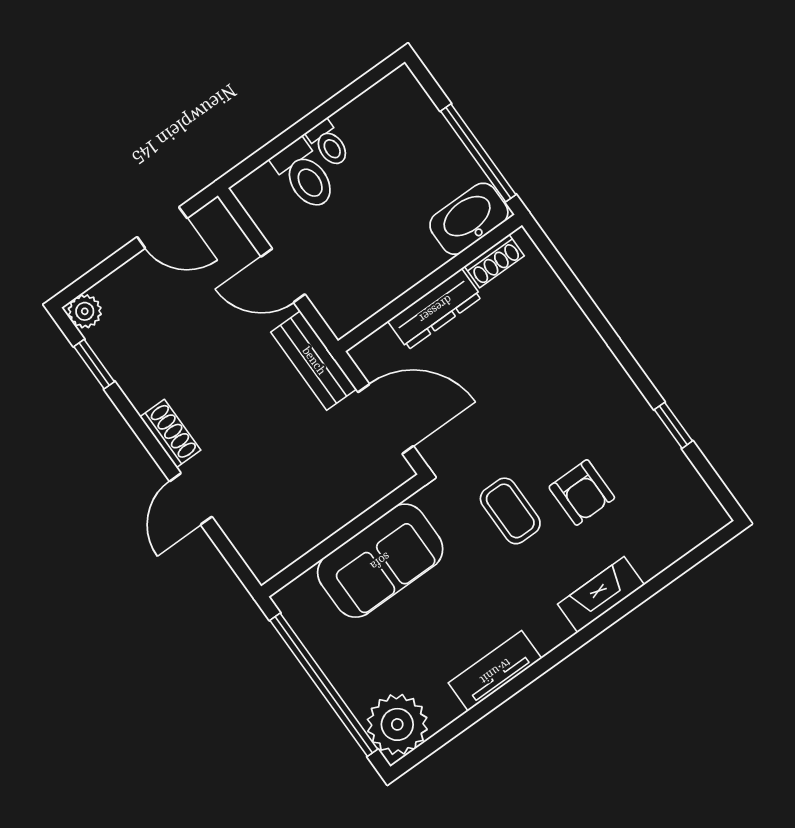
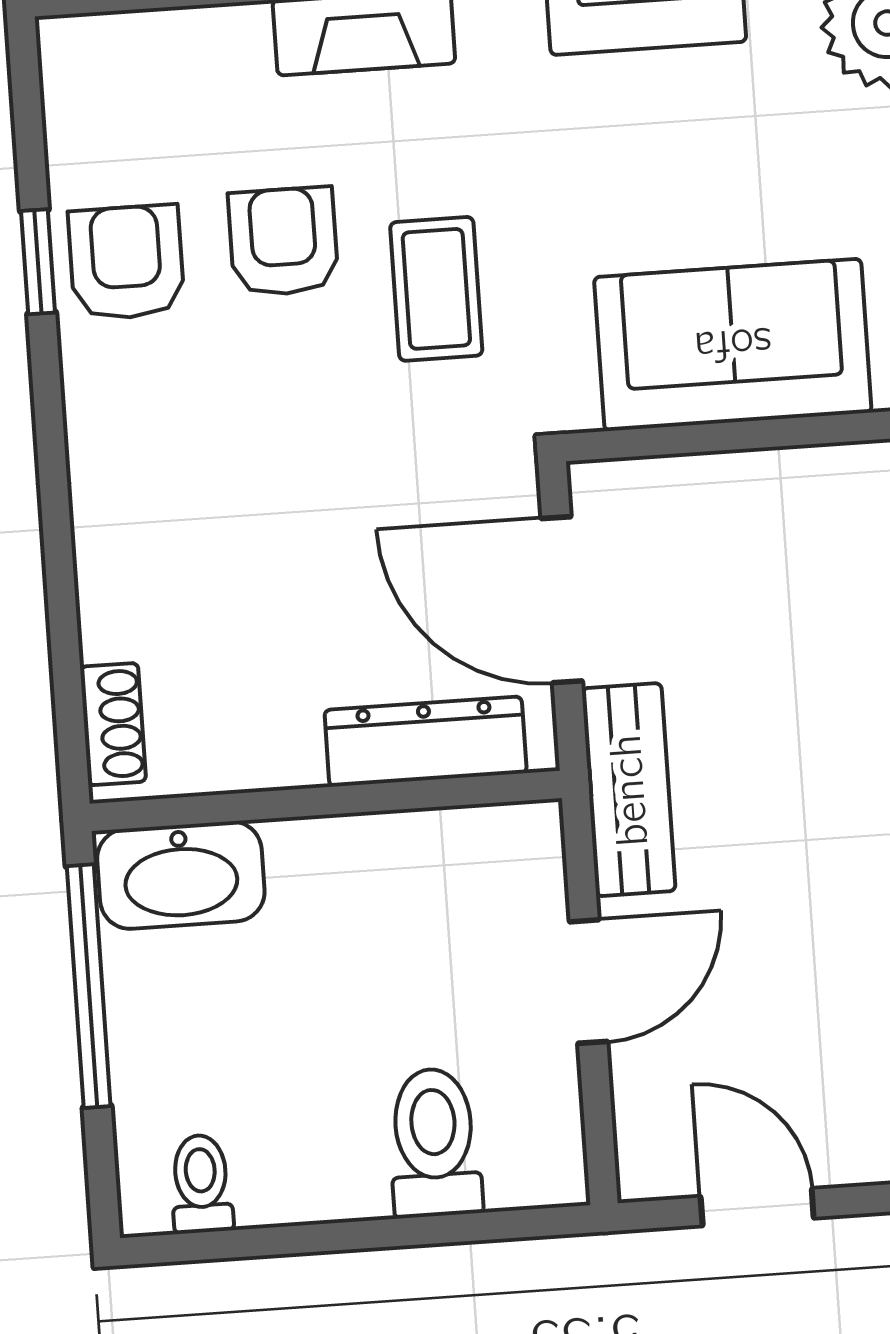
toilet: (329, 144) -> (201, 1184), moved
shoe rack: (494, 261) -> (113, 724), moved, turned 90
door: (283, 275) -> (588, 982), hinge flipped
dresser: (435, 309) -> (426, 742), moved
armchair: (638, 446) -> (126, 262), added

